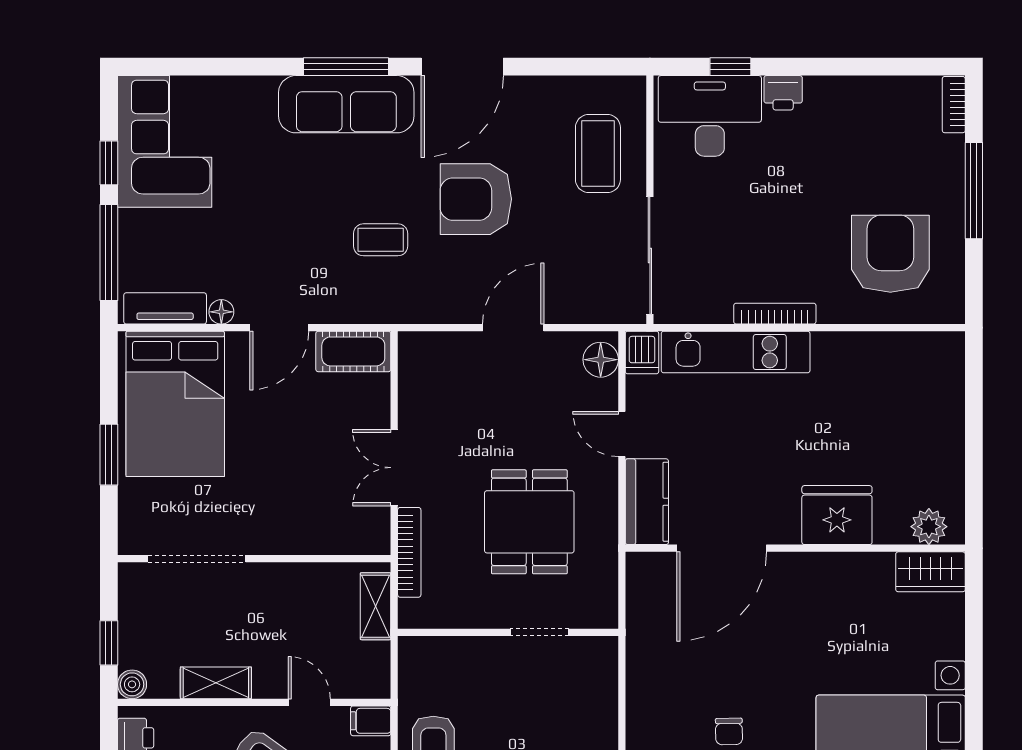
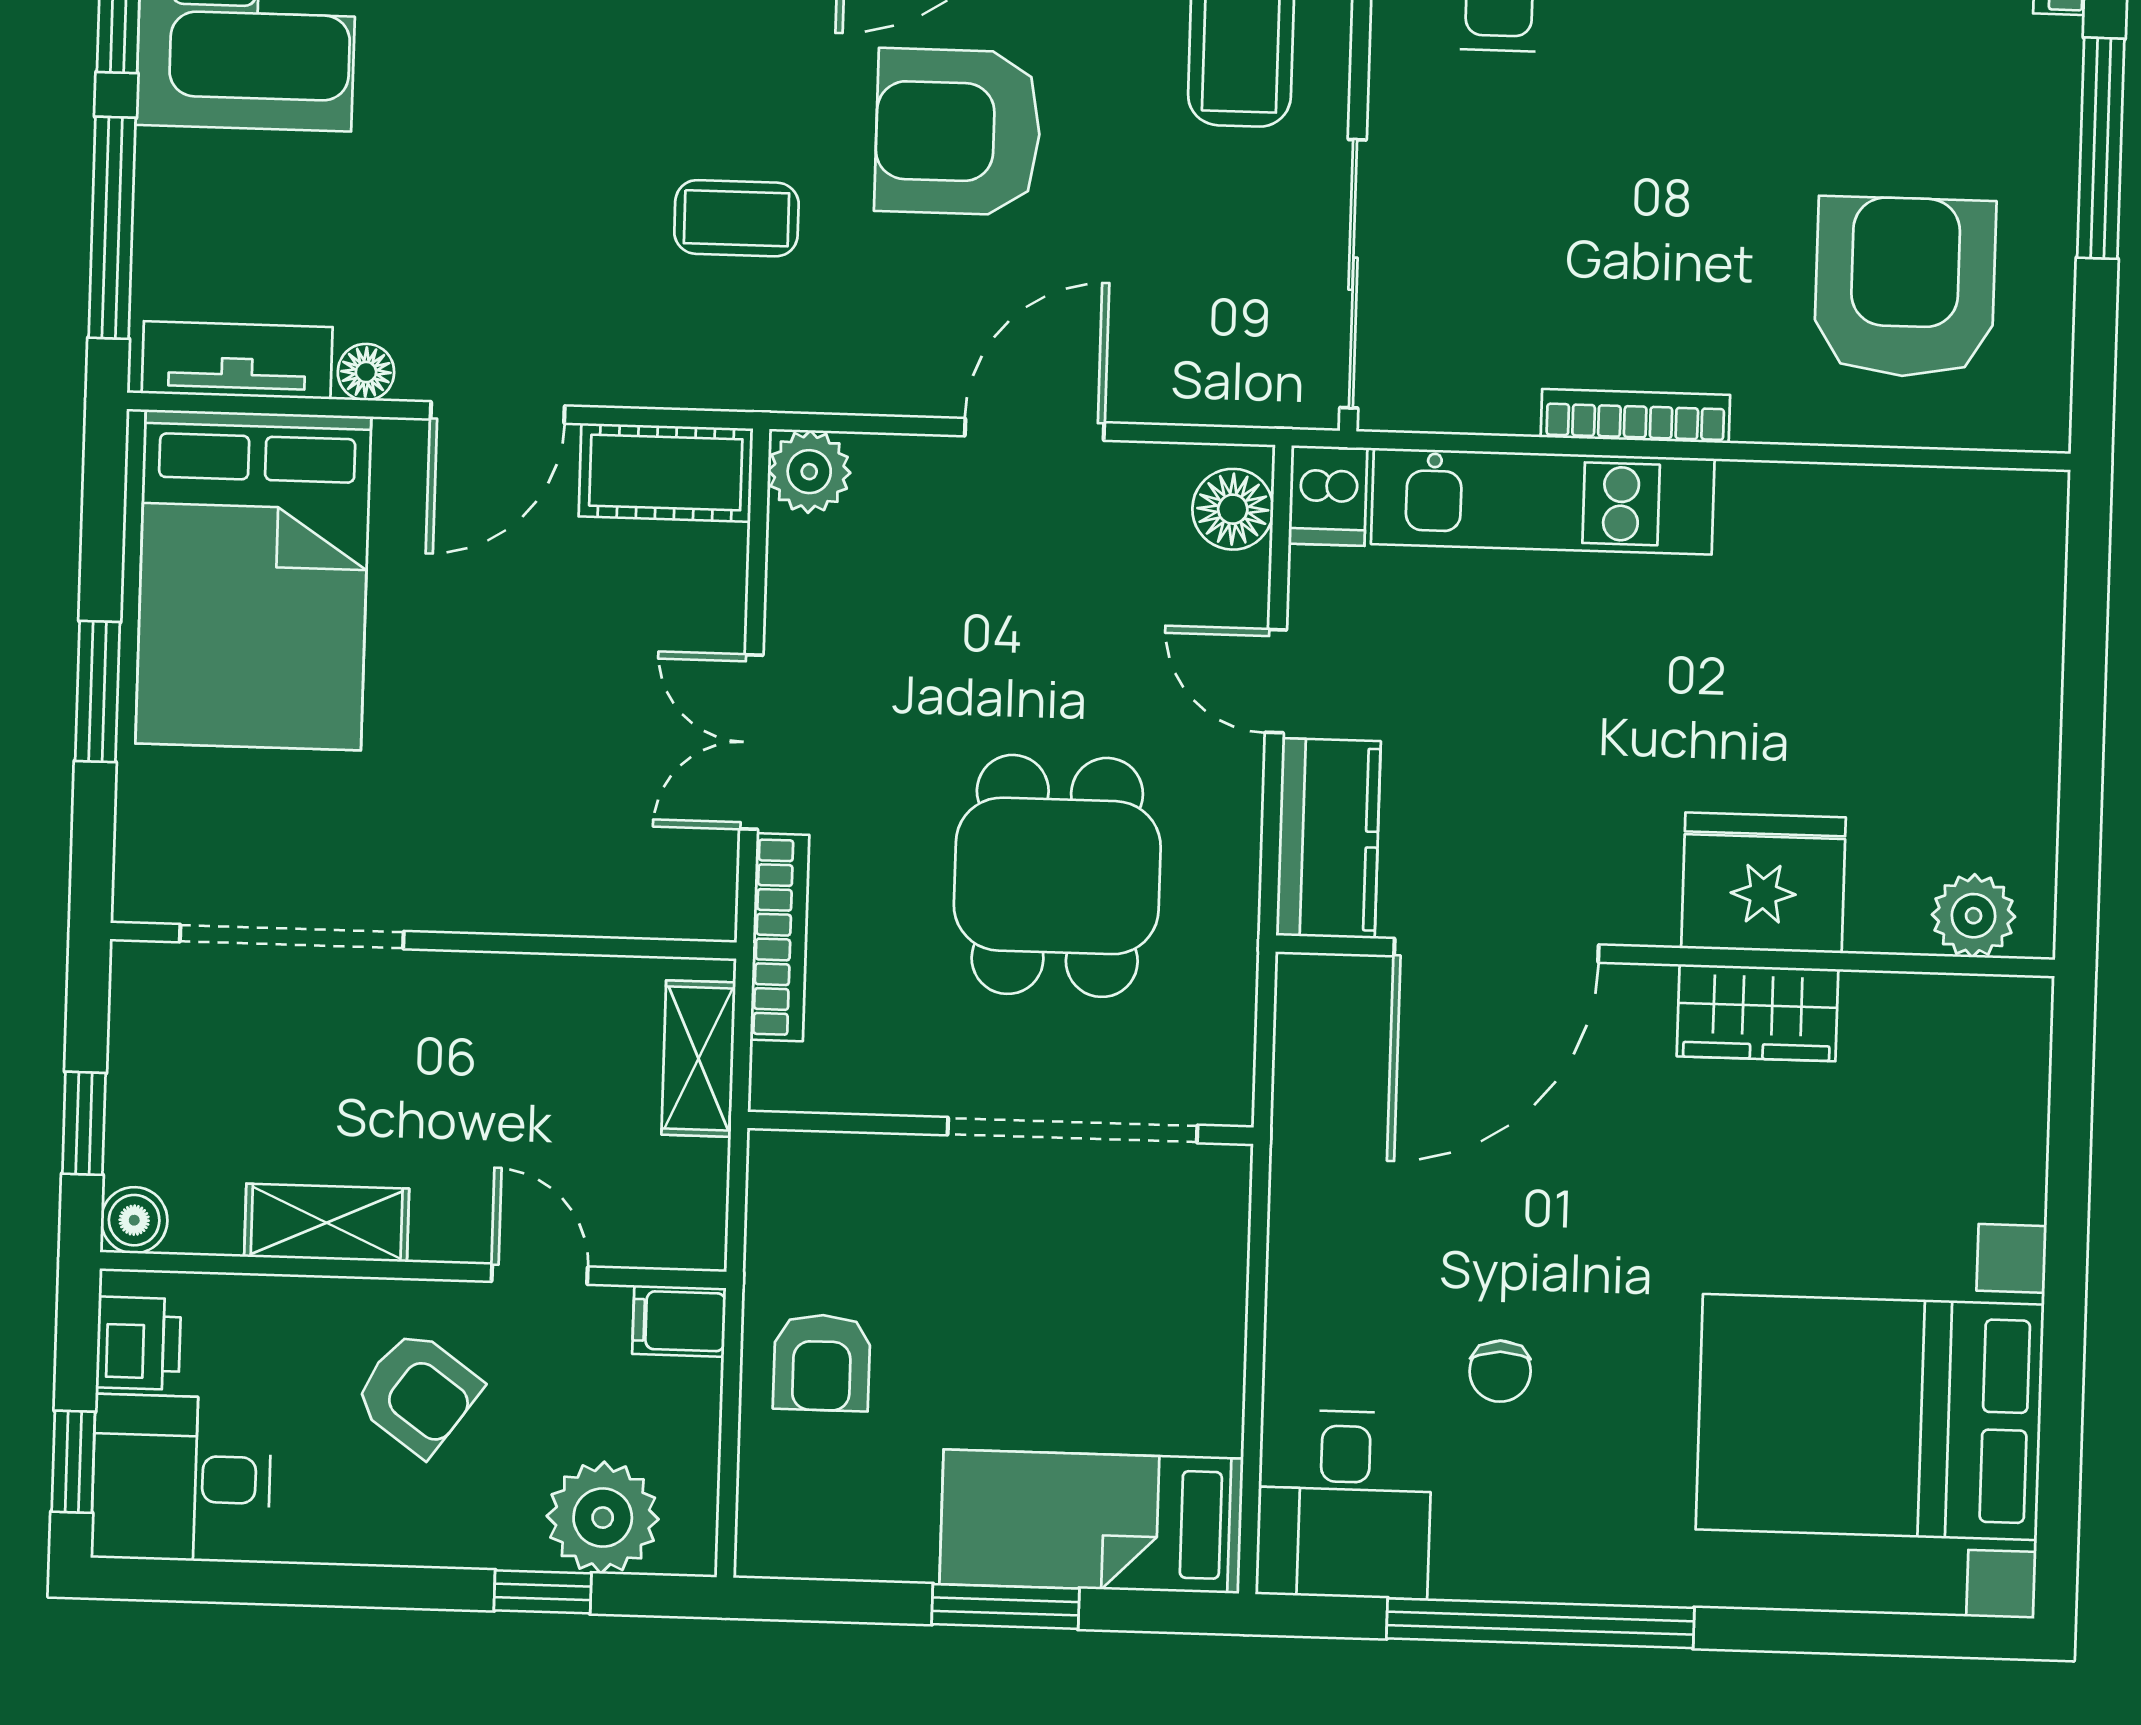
plant: (416, 349) -> (809, 472), added
wardrobe: (930, 572) -> (1757, 1013), moved
doorway: (539, 632) -> (1073, 1130), width x1.88

